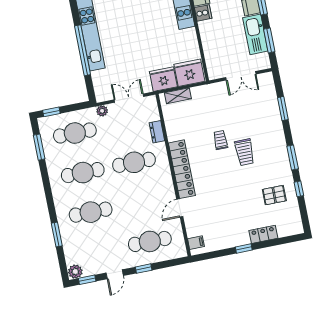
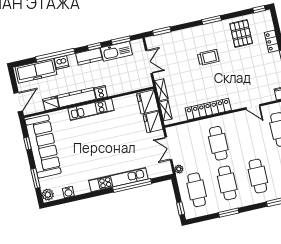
shelving: (205, 91) -> (161, 90), added
window: (283, 109) -> (162, 31), moved
dresser: (157, 132) -> (194, 126), removed
trolley: (220, 140) -> (199, 76), removed
window: (39, 147) -> (229, 213), moved
locker: (182, 169) -> (208, 109), moved
window: (299, 189) -> (259, 9), moved
pallet: (274, 195) -> (241, 34), width x1.50, depth x1.42

